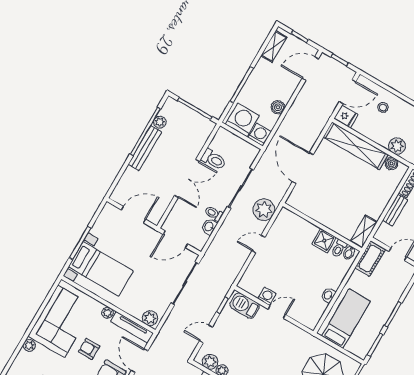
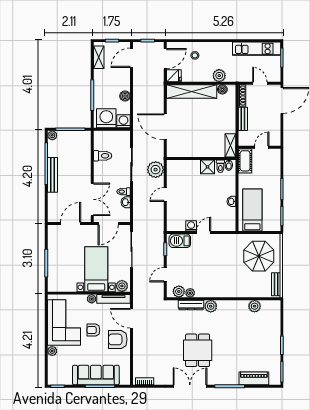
plant: (160, 122) -> (52, 135), moved
double door: (187, 178) -> (92, 199), moved
bed with nightstands: (101, 269) -> (96, 269), moved, turned -90

